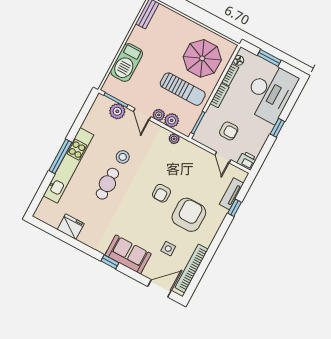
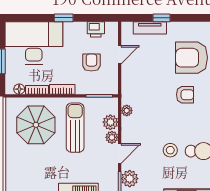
printer: (247, 161) -> (96, 29), moved, turned -90

